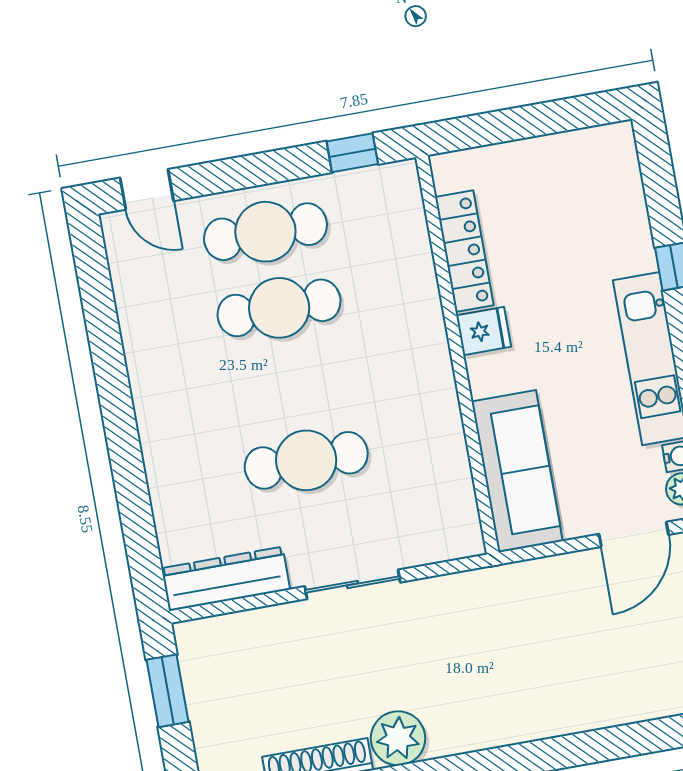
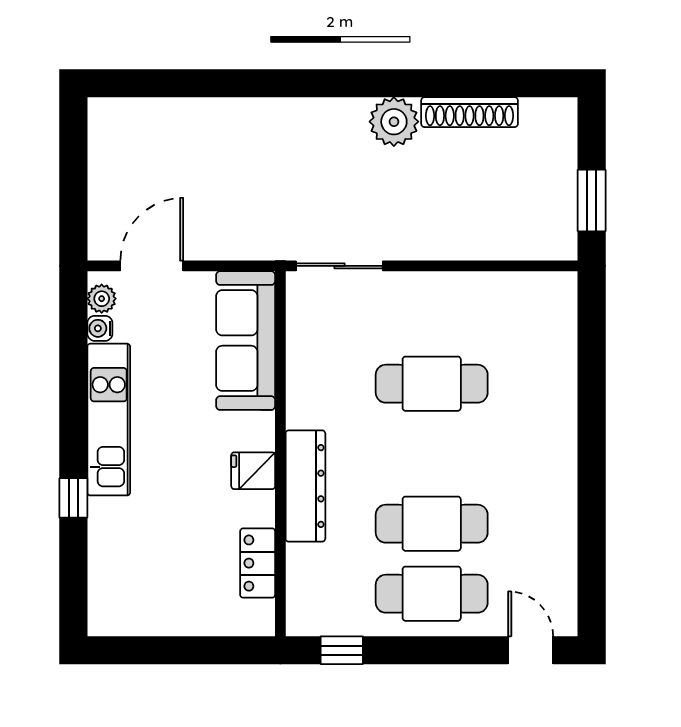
locker: (464, 251) -> (258, 563), width x0.66
dresser: (226, 579) -> (305, 486), moved, turned -90
sliding door: (353, 584) -> (339, 266), moved

